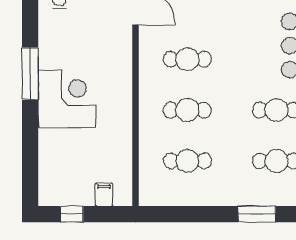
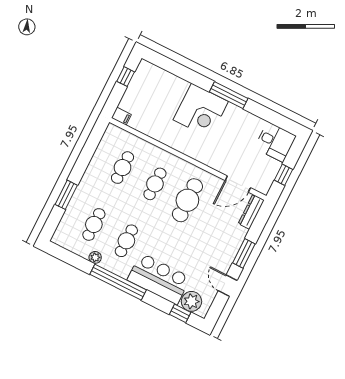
cafe table: (187, 59) -> (187, 200), width x1.37, depth x1.35
filing cabinet: (104, 195) -> (121, 116), moved

